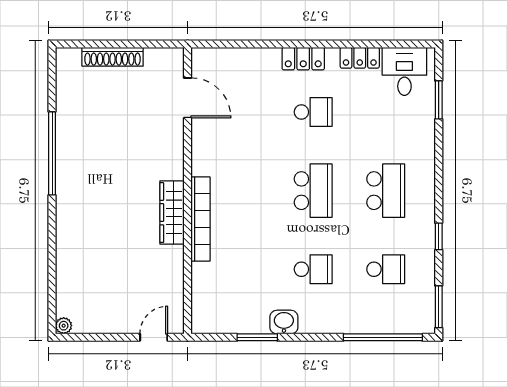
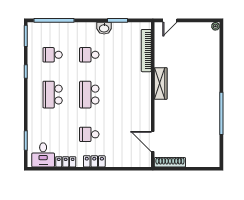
shoe rack: (113, 57) -> (170, 162), moved
bookcase: (200, 219) -> (146, 51), moved

